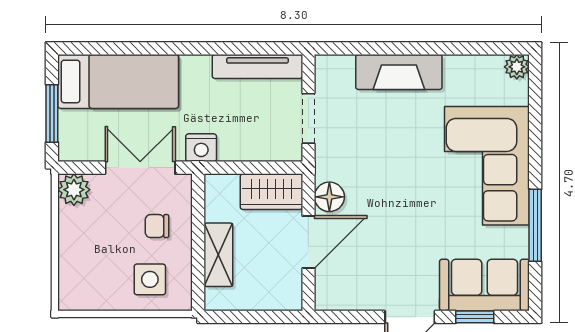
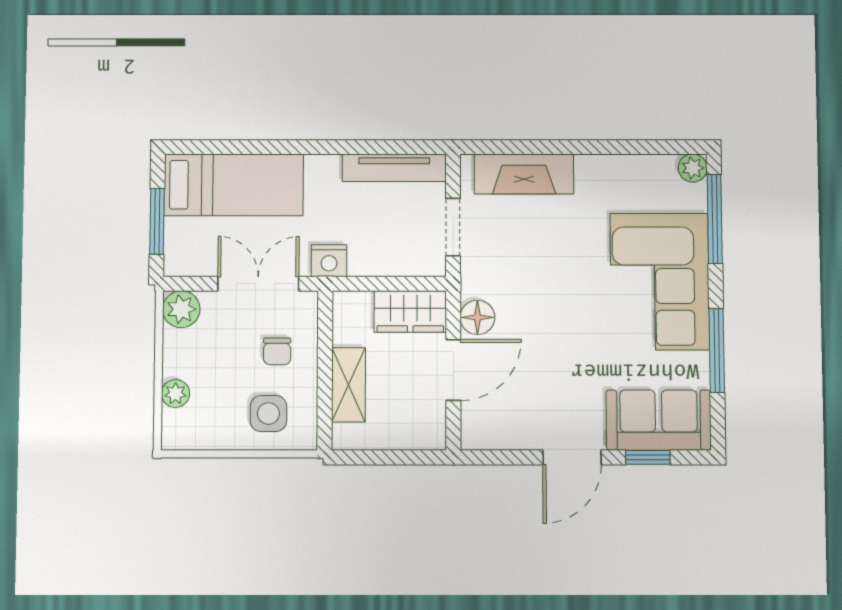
fireplace: (399, 72) -> (524, 174), moved
window: (535, 111) -> (715, 219), added
chair: (157, 226) -> (277, 351), turned -90
plant: (70, 262) -> (175, 394), added

